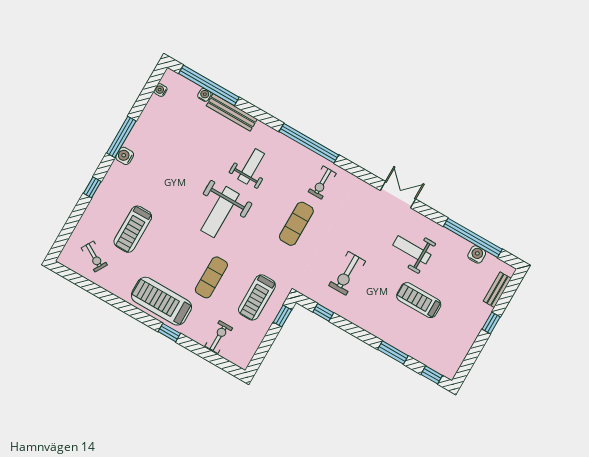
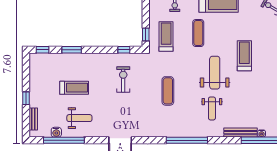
exercise bike: (322, 183) -> (167, 122), removed
treadmill: (133, 229) -> (244, 56), moved
weight bench: (412, 250) -> (79, 118), moved

